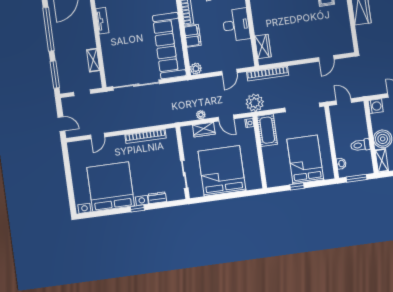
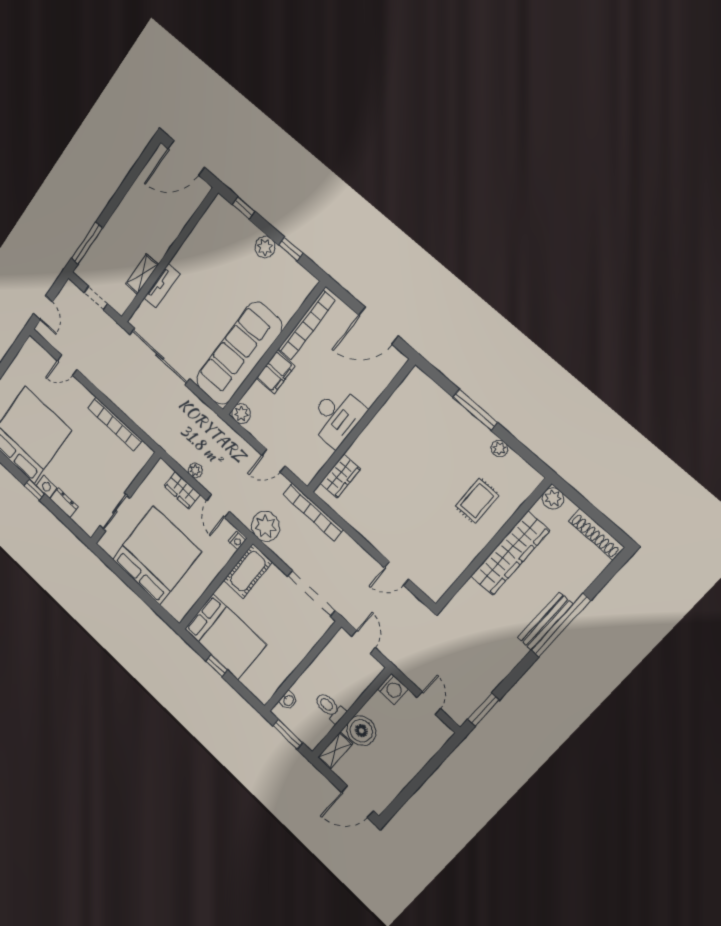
tv unit: (102, 21) -> (162, 286), moved
window: (49, 29) -> (129, 182), removed
bed: (305, 160) -> (225, 637), moved, turned 90

